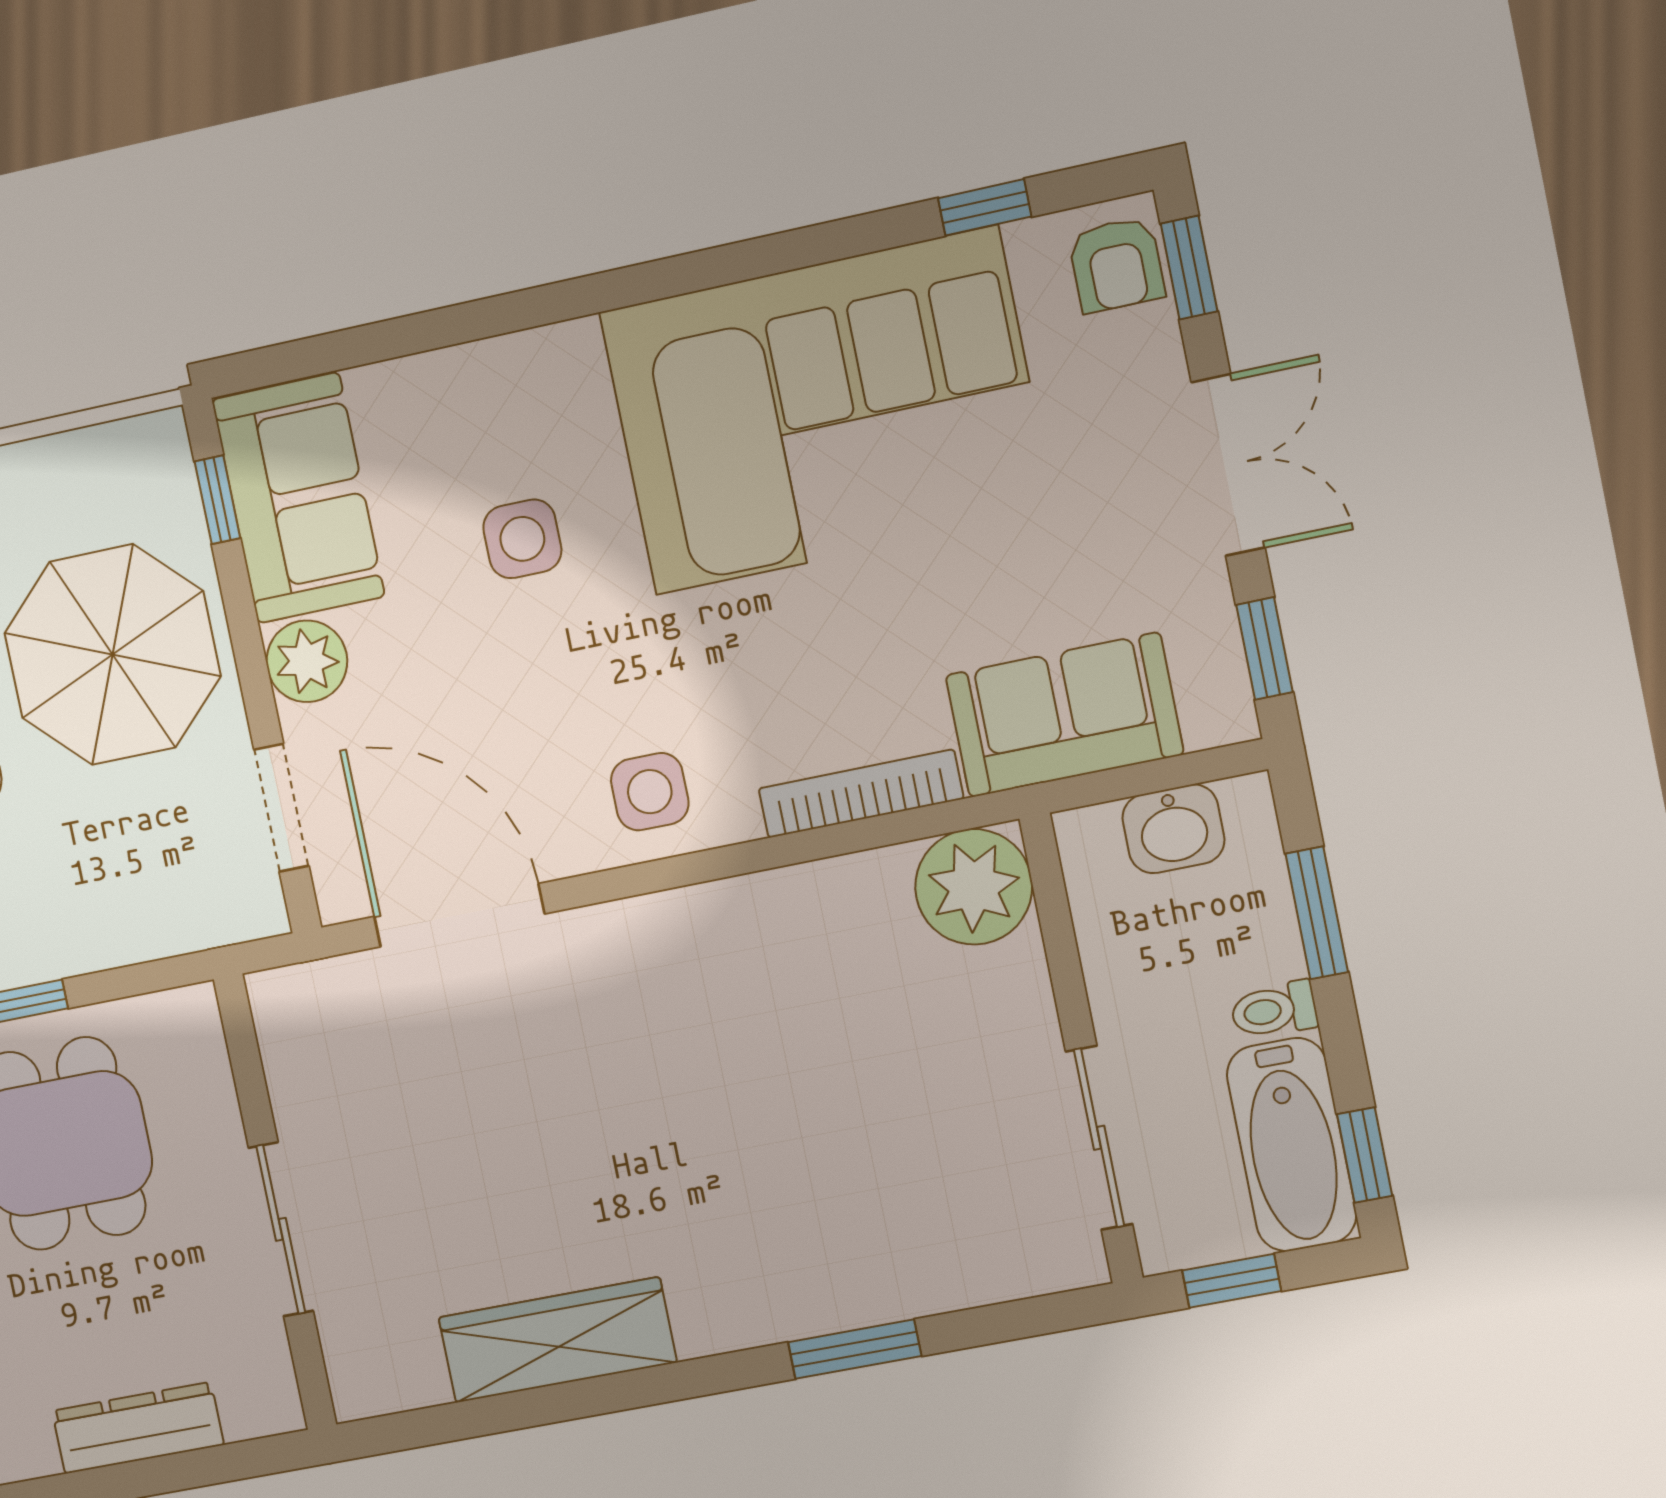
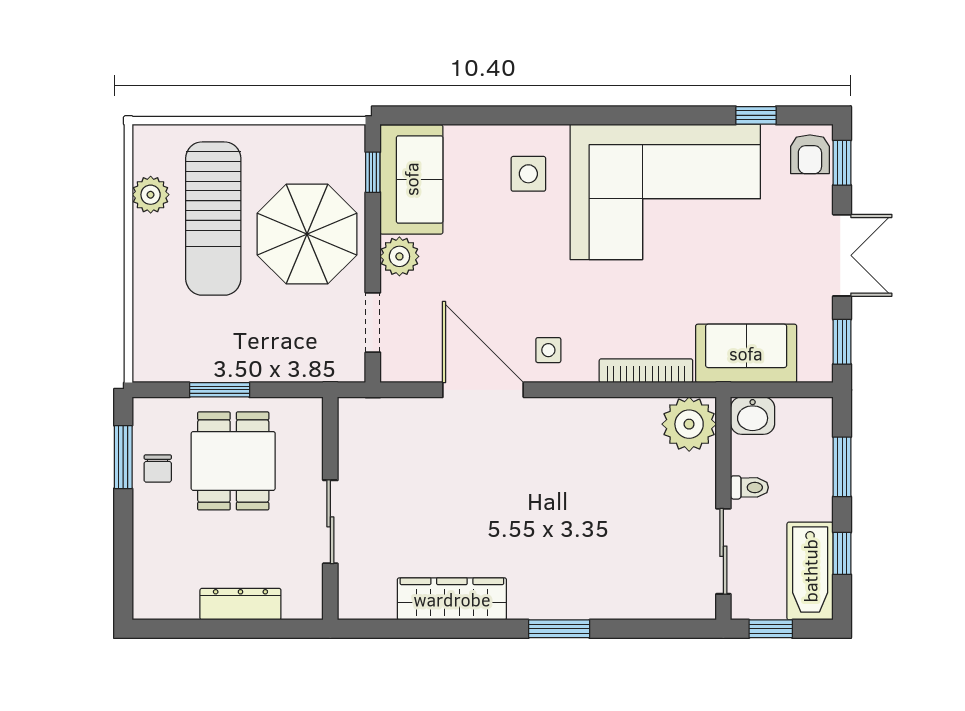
side table: (522, 539) -> (528, 174), moved
side table: (650, 792) -> (548, 350), width x0.73, depth x0.73
washbasin: (1173, 829) -> (753, 416), moved
door: (459, 915) -> (483, 390), moved
toilet: (1274, 1010) -> (749, 487), moved, turned 180
window: (1365, 1155) -> (842, 553), moved
window: (855, 1349) -> (559, 629), moved

